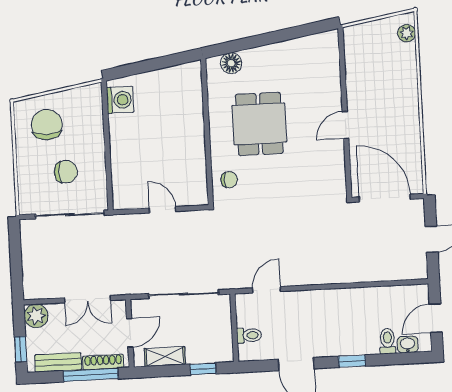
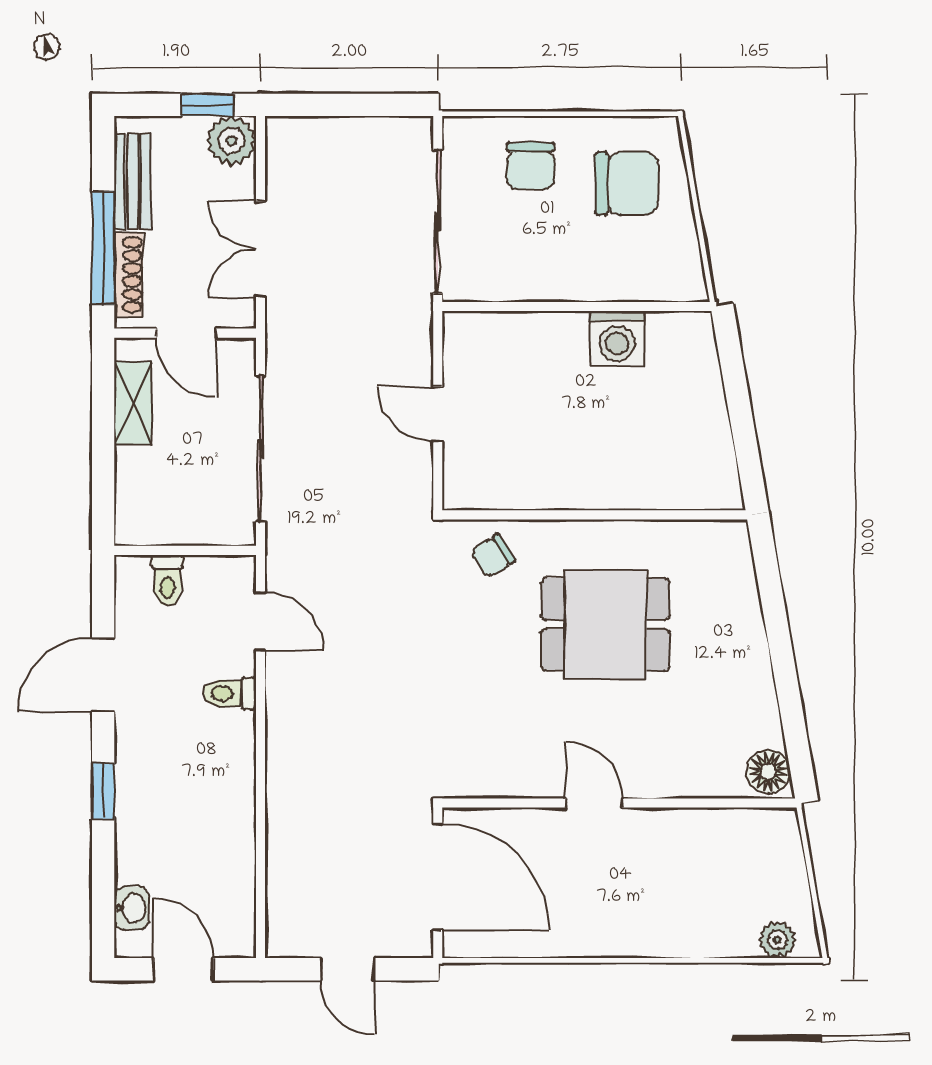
floor lamp: (231, 63) -> (768, 772), moved
washing machine: (120, 100) -> (617, 338), moved
chair: (66, 172) -> (531, 166), moved
chair: (229, 180) -> (493, 556), turned 57
door: (385, 198) -> (438, 877), hinge flipped
door: (162, 210) -> (438, 414), swing flipped
toilet: (387, 341) -> (229, 693), moved, turned 180
window: (21, 349) -> (207, 105), moved
window: (203, 369) -> (103, 481), removed

